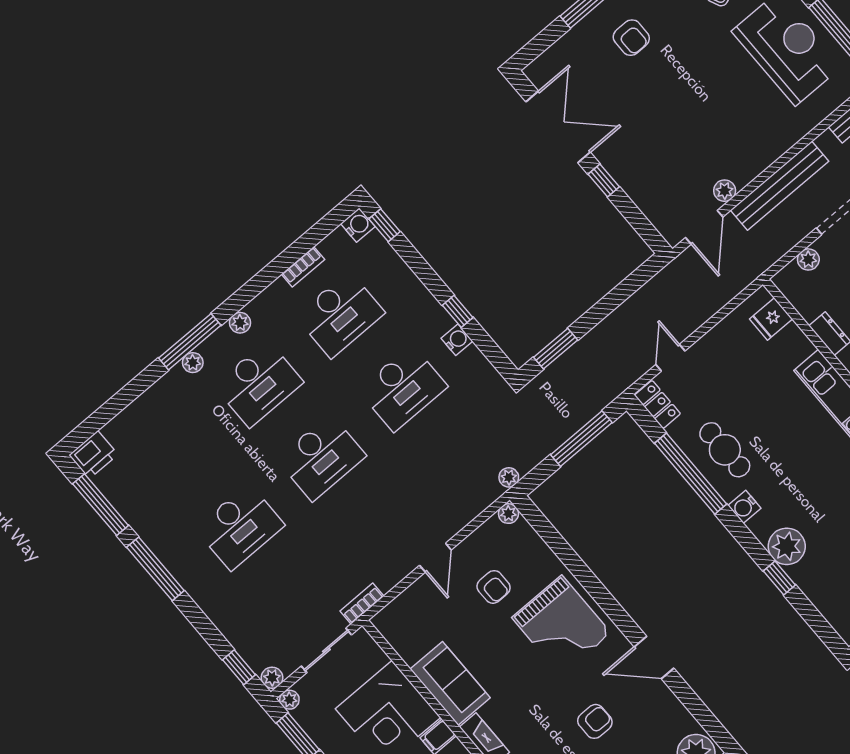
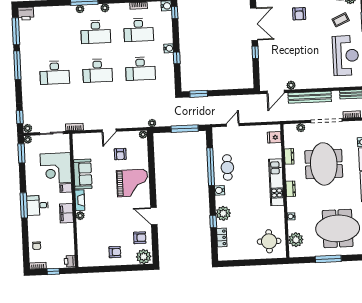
water cooler: (457, 340) -> (169, 48), moved
locker: (657, 404) -> (222, 237), moved
grand piano: (561, 625) -> (132, 183), turned -90
armchair: (595, 721) -> (140, 238), moved

